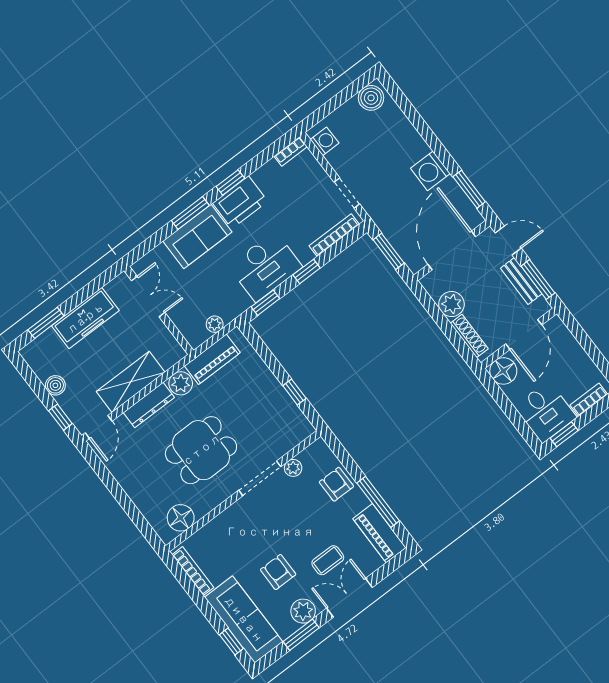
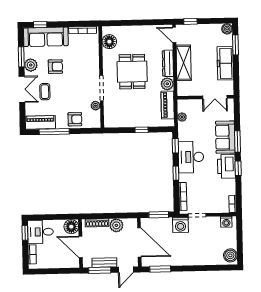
washing machine: (430, 171) -> (180, 225), moved, turned 180
boiler: (55, 385) -> (227, 29), moved
window: (294, 392) -> (142, 130), moved

